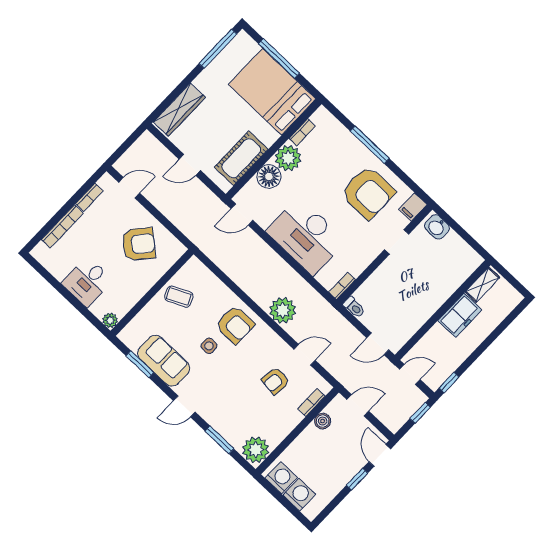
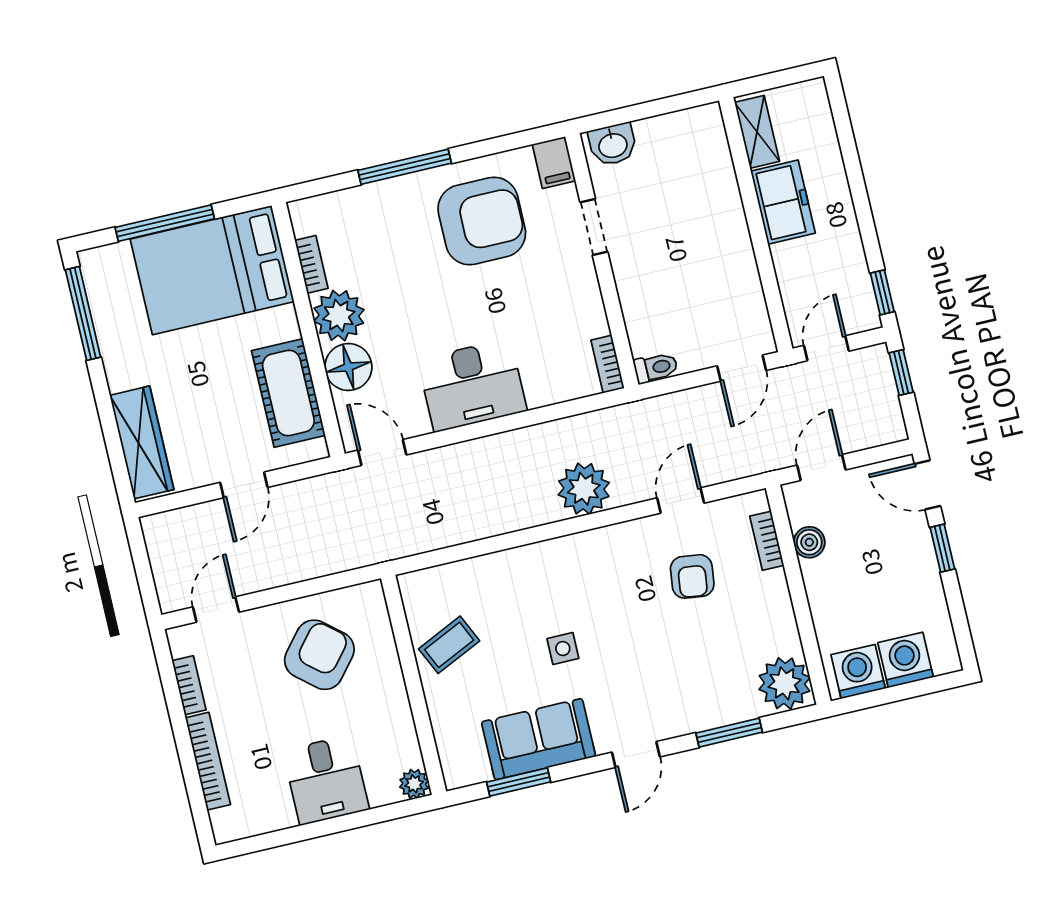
door: (242, 215) -> (382, 452), swing flipped
desk: (306, 236) -> (472, 385), width x0.73, depth x0.77
armchair: (235, 325) -> (556, 583), removed

